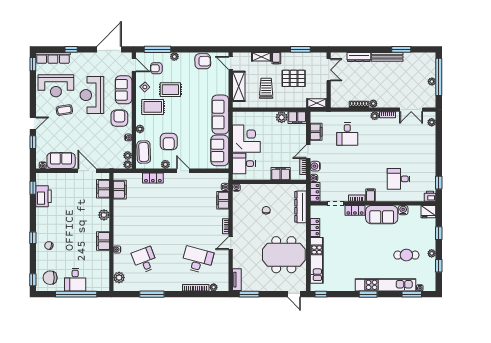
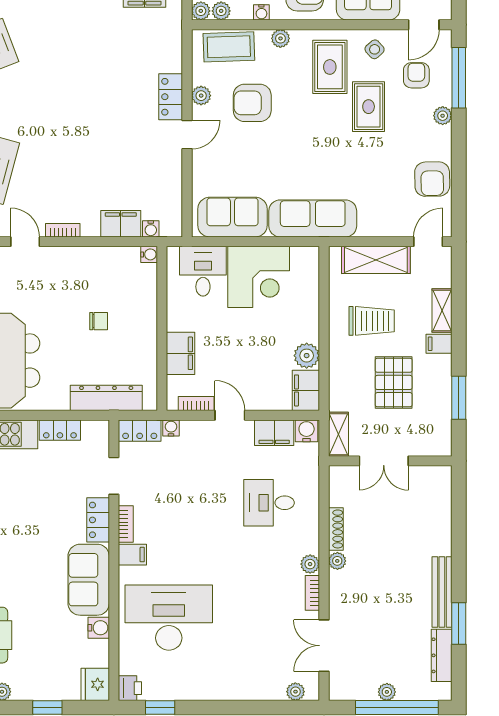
dresser: (359, 57) -> (442, 655), moved
double door: (329, 70) -> (384, 461), moved
water cooler: (315, 166) -> (307, 431), moved
locker: (153, 178) -> (171, 97), moved
desk: (399, 179) -> (169, 618), width x1.87, depth x1.30

